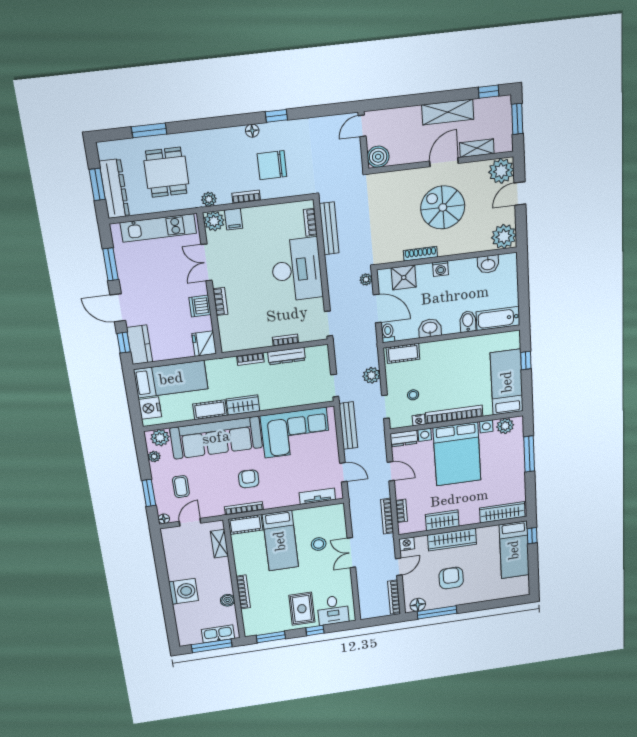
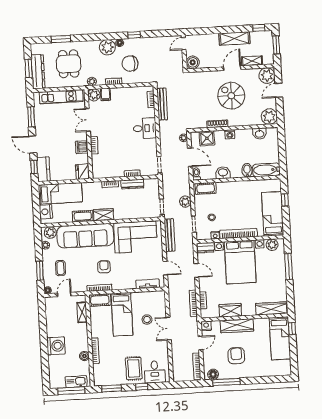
plant: (232, 140) -> (107, 47), added
desk: (297, 270) -> (145, 128), width x0.53, depth x0.77

